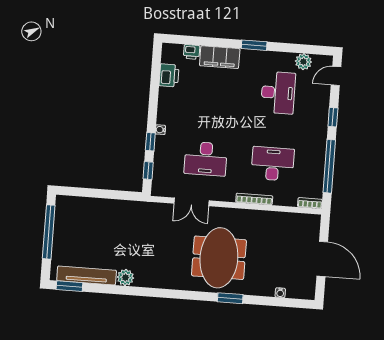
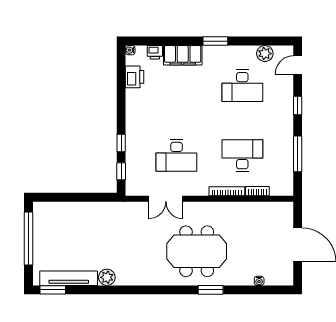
desk: (278, 93) -> (242, 86), turned 90
water cooler: (160, 130) -> (130, 50), moved
window: (329, 166) -> (298, 154), width x0.68
bookcase: (310, 203) -> (257, 191), moved
meeting table: (219, 258) -> (197, 251), turned 90

